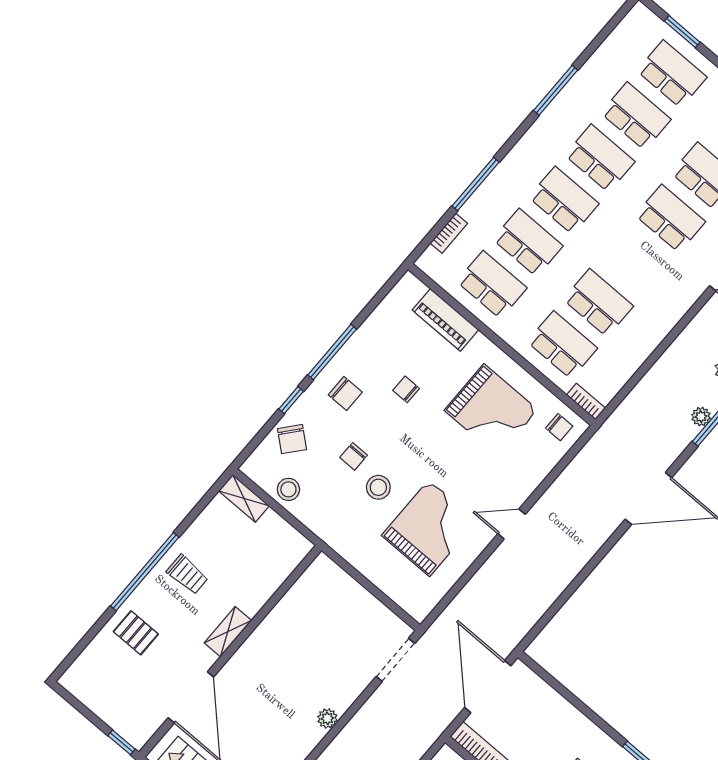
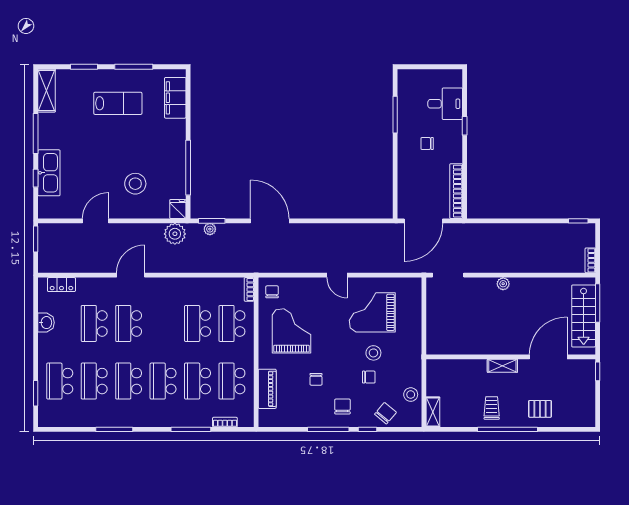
pallet: (136, 633) -> (540, 409), turned 90

